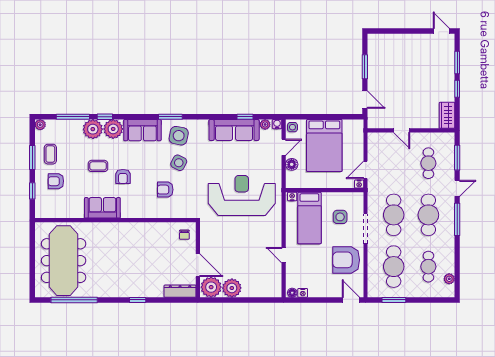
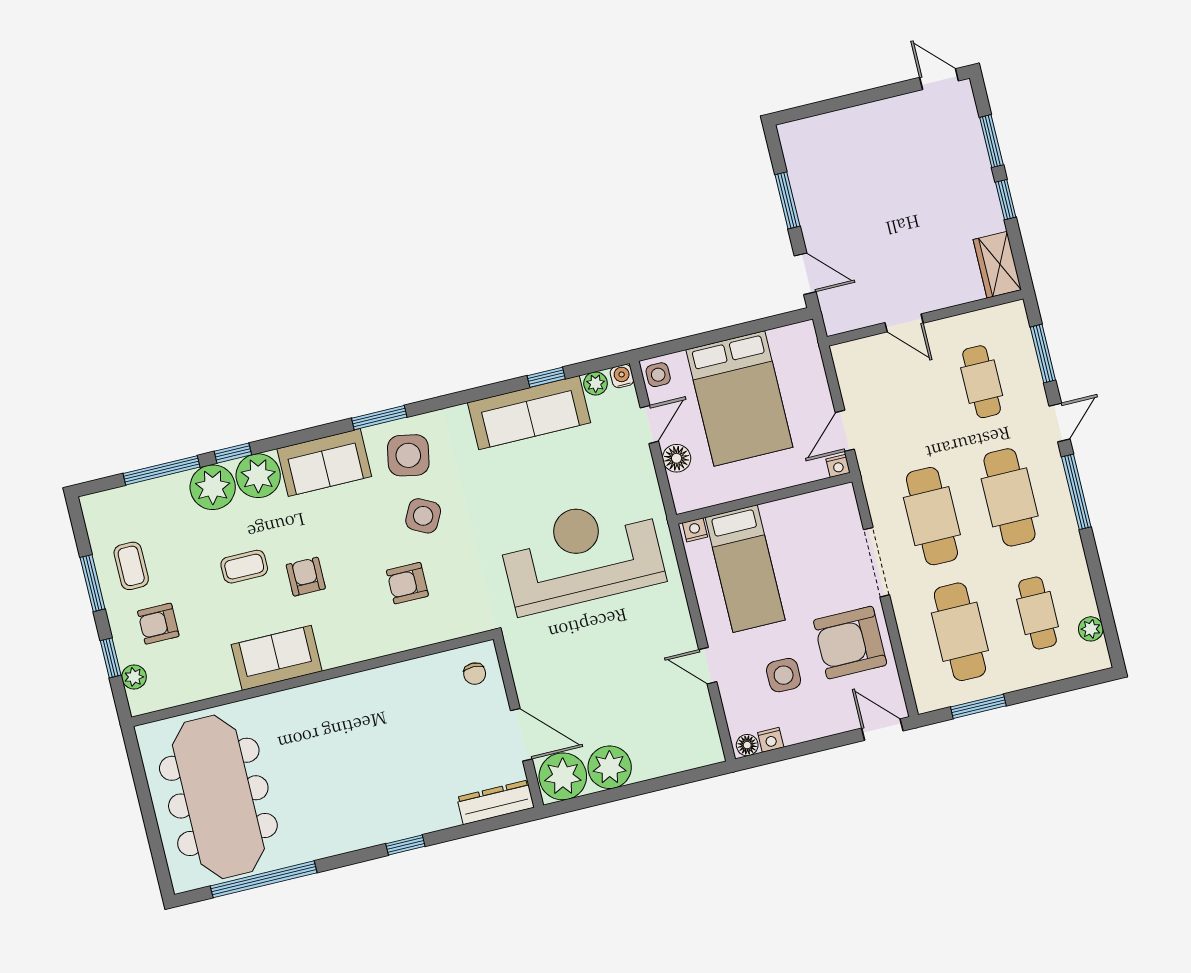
plant: (40, 125) -> (134, 677), moved
armchair: (123, 176) -> (306, 577), turned 180
side table: (340, 217) -> (784, 675), moved

